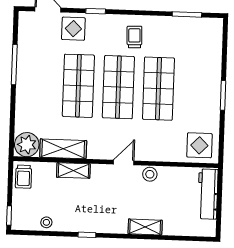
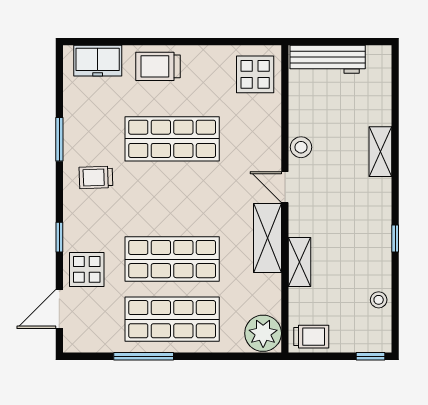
window: (187, 14) -> (59, 139), moved
freezer: (212, 41) -> (98, 61), added
trolley: (207, 81) -> (158, 66), added
shop shelf: (118, 87) -> (172, 319), moved
window: (223, 95) -> (179, 42), removed
shelving: (63, 149) -> (267, 238), moved

